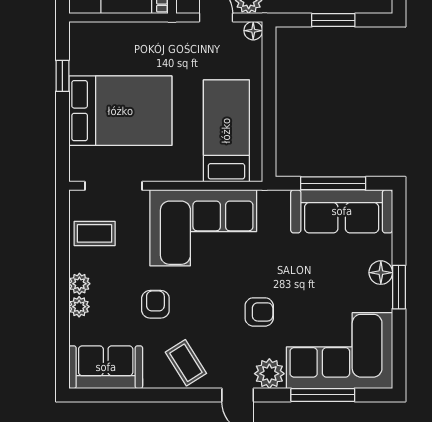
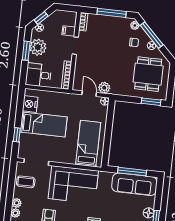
window: (333, 20) -> (151, 102), moved
nightstand: (85, 56) -> (30, 104), added
window: (62, 76) -> (17, 135), moved
bed: (120, 111) -> (43, 124), width x0.67

